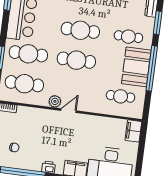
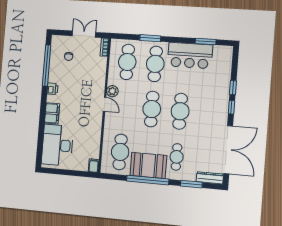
cafe table: (121, 96) -> (120, 152), width x1.37, depth x1.35
filing cabinet: (133, 131) -> (94, 166), width x0.50

